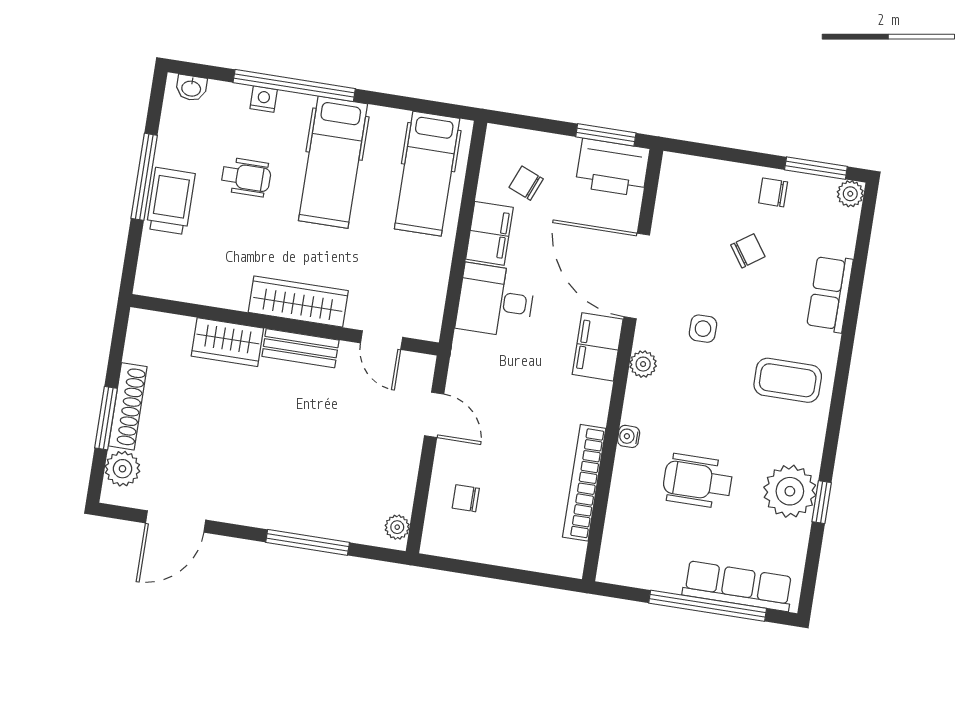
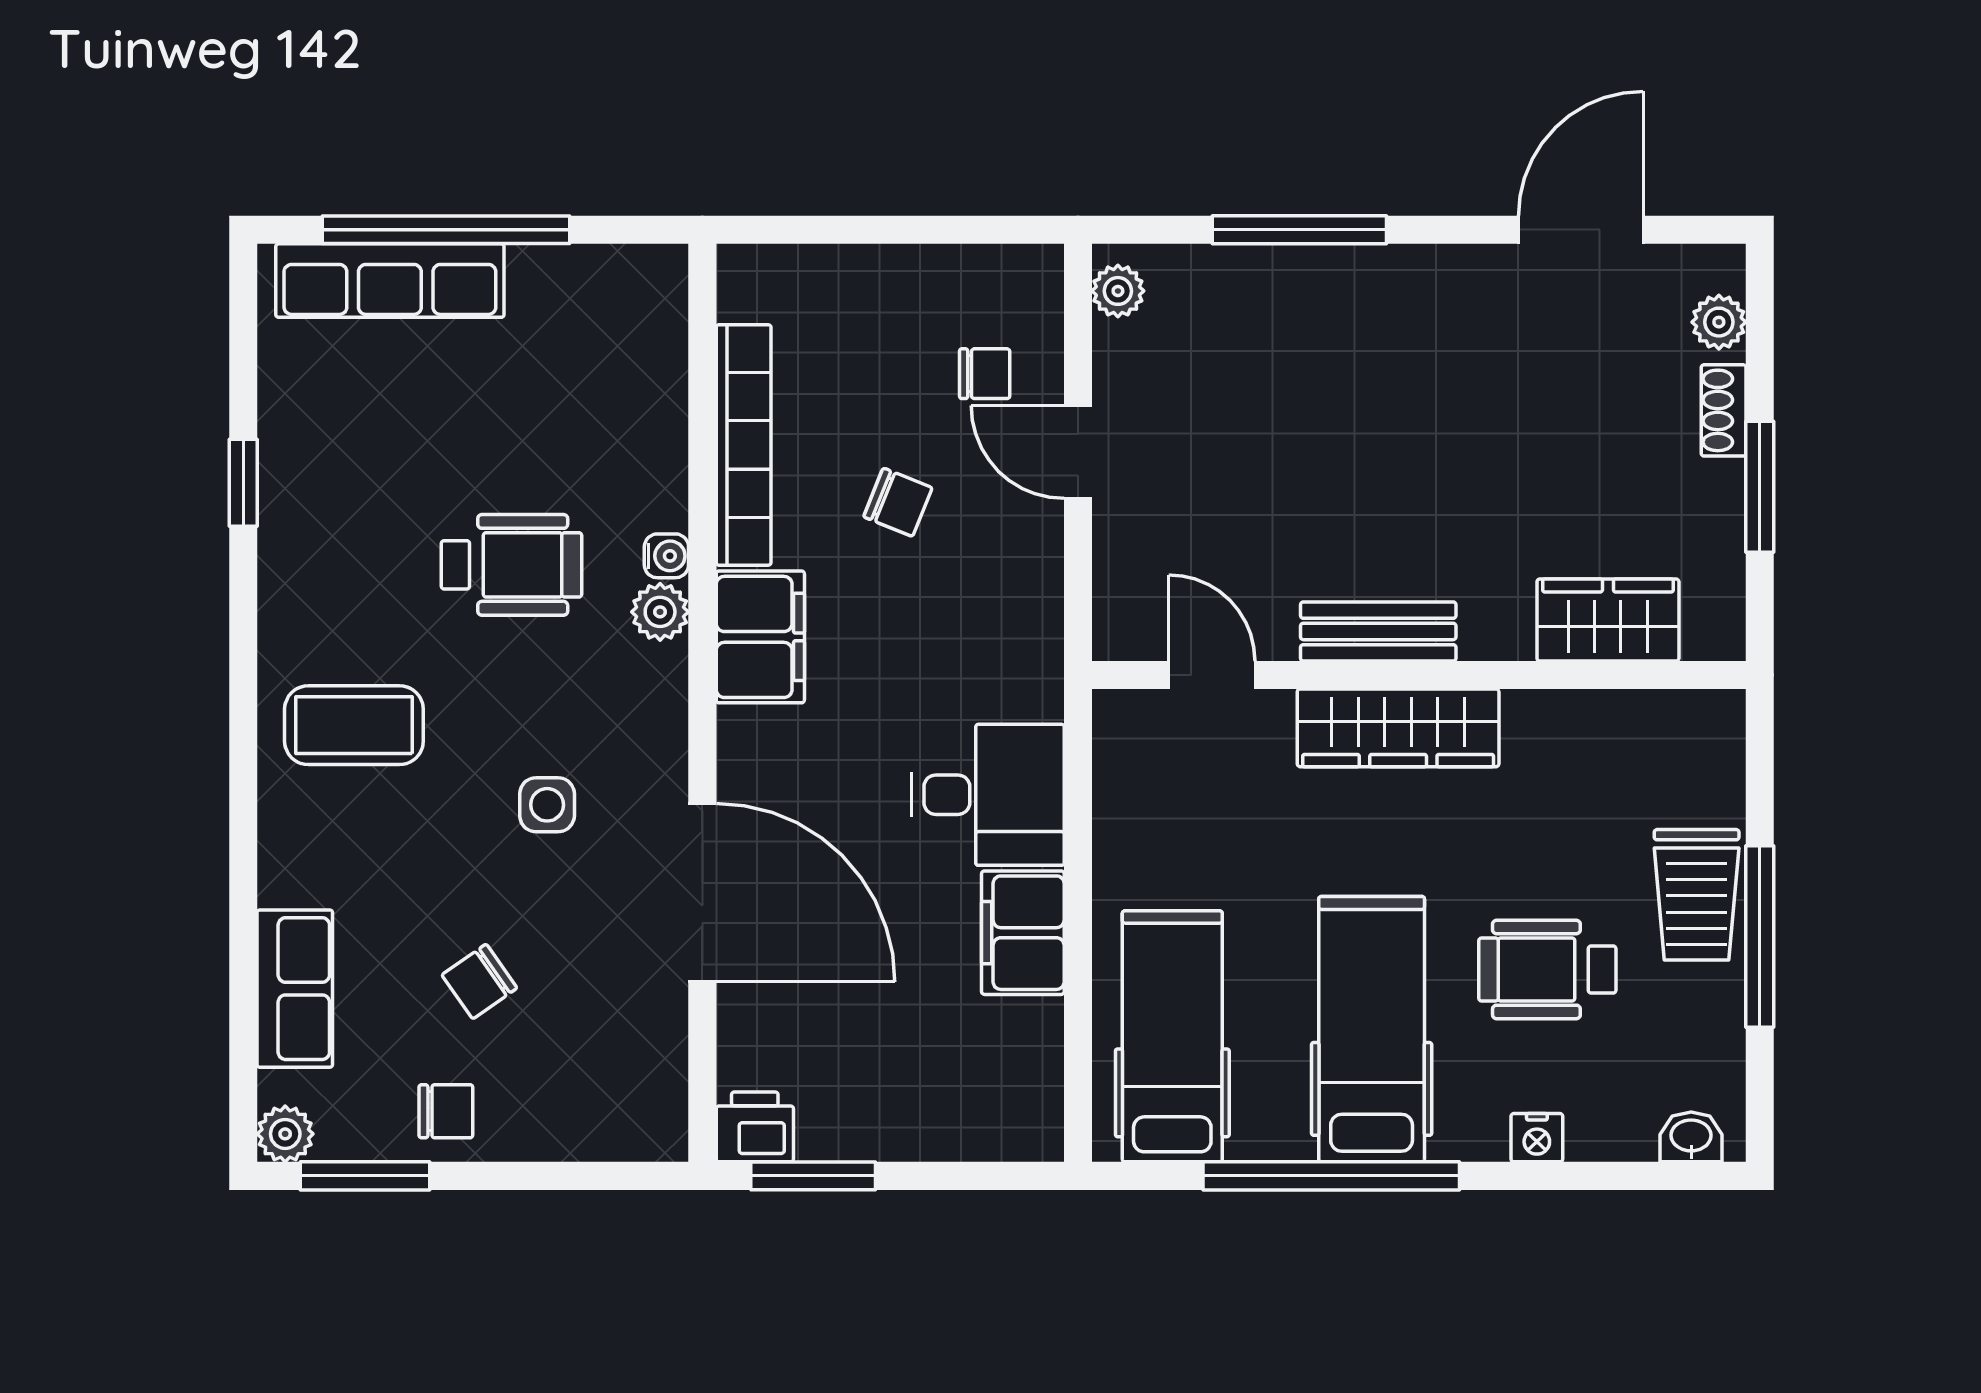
window: (294, 86) -> (1331, 1176), moved
printer: (613, 168) -> (755, 1127), width x0.53, depth x0.68
wheelchair: (246, 177) -> (1547, 969), width x1.36, depth x1.37
chair: (526, 183) -> (898, 502), moved
row of seats: (830, 294) -> (295, 989), moved
wardrobe: (227, 342) -> (1608, 620), moved
filing cabinet: (598, 347) -> (760, 637), moved
plant: (643, 364) -> (660, 612), moved
shoe rack: (128, 406) -> (1724, 410), width x0.51, depth x0.81
door: (434, 415) -> (1078, 452), moved
window: (106, 418) -> (1760, 487), moved
plant: (122, 469) -> (1719, 322), width x0.73, depth x0.73
wheelchair: (698, 481) -> (511, 565), moved
plant: (790, 491) -> (313, 495), removed

